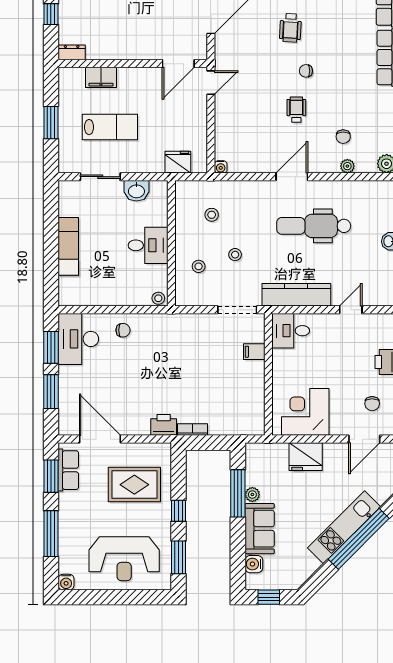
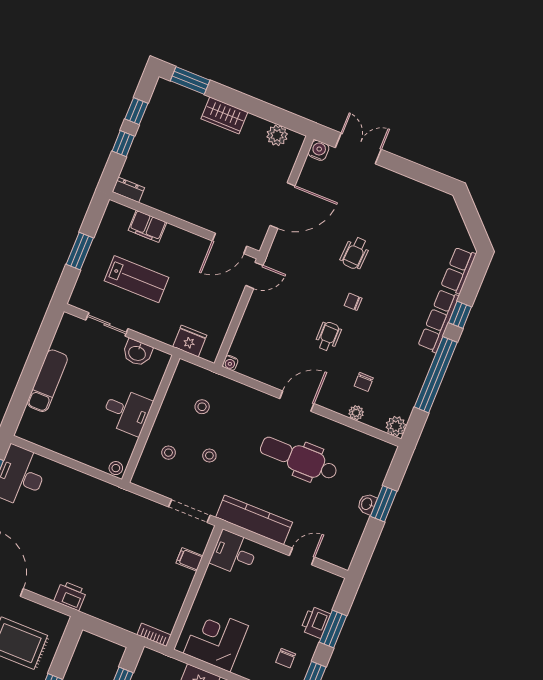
chair: (123, 330) -> (68, 486), removed
bookcase: (193, 430) -> (154, 635), moved

